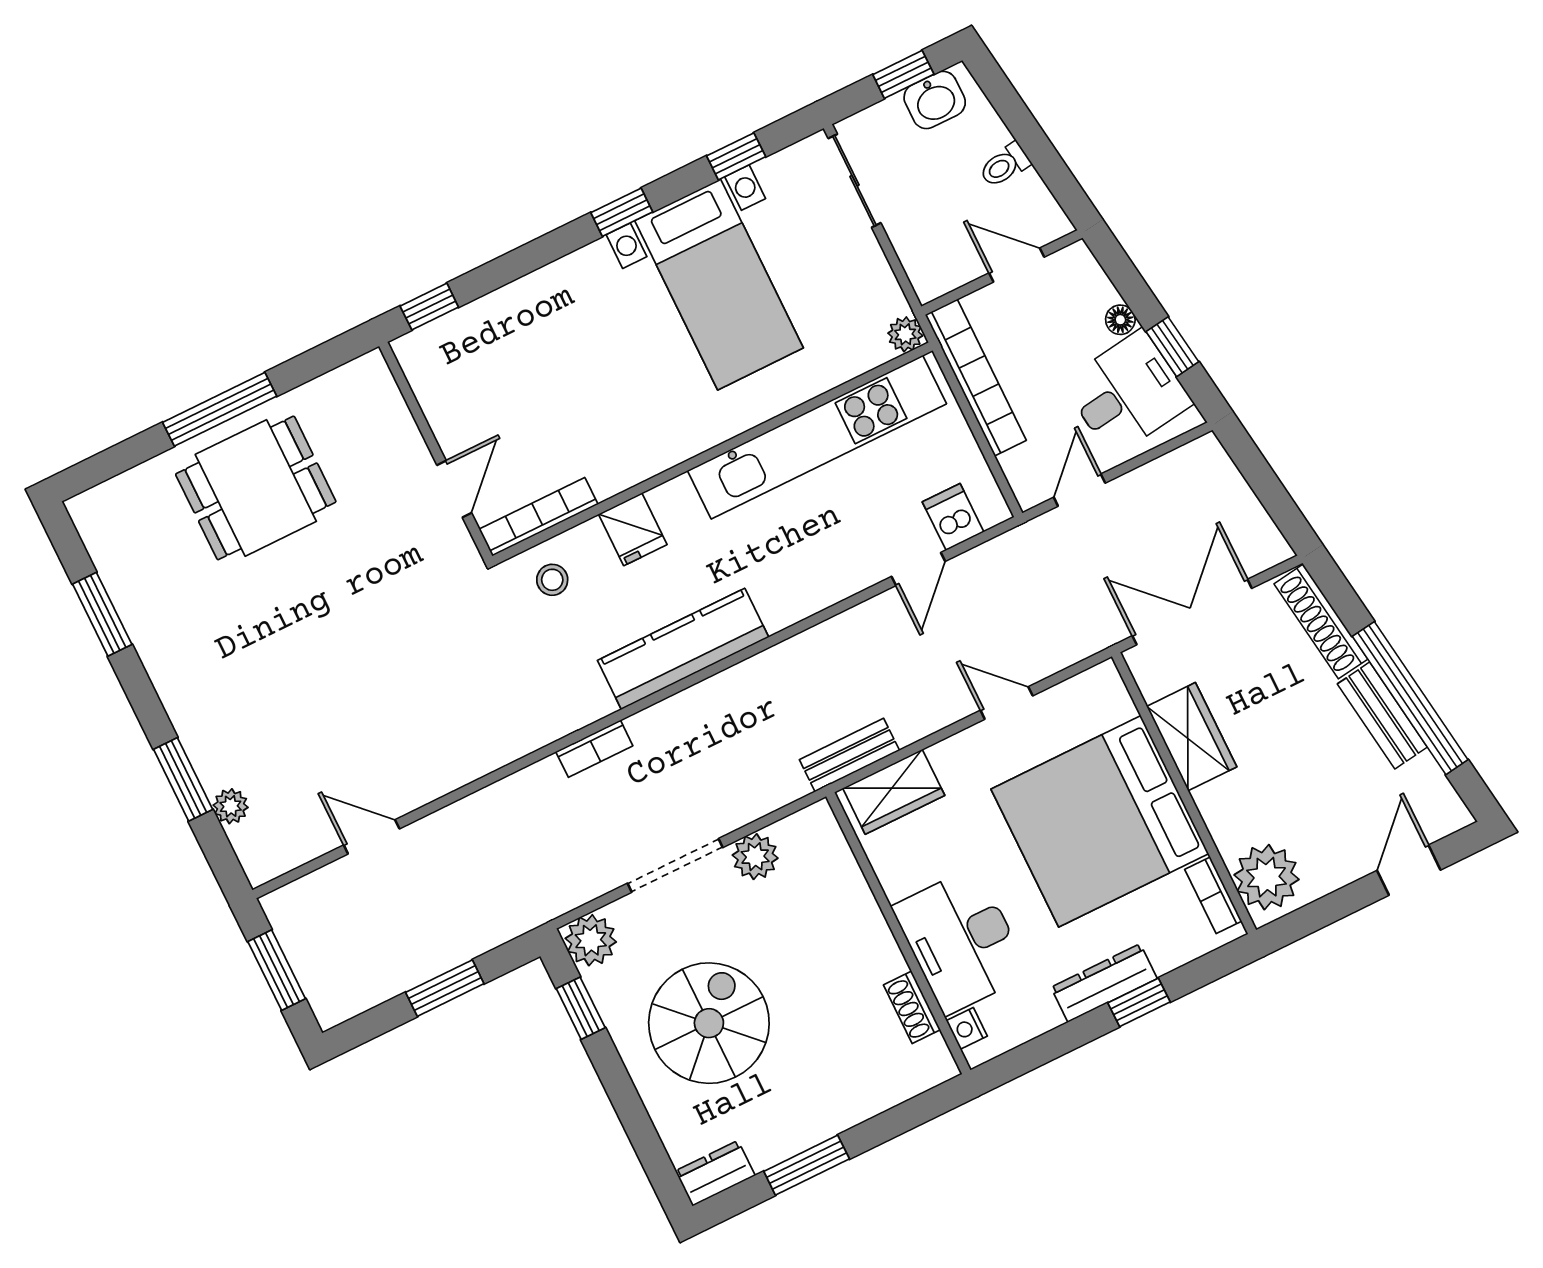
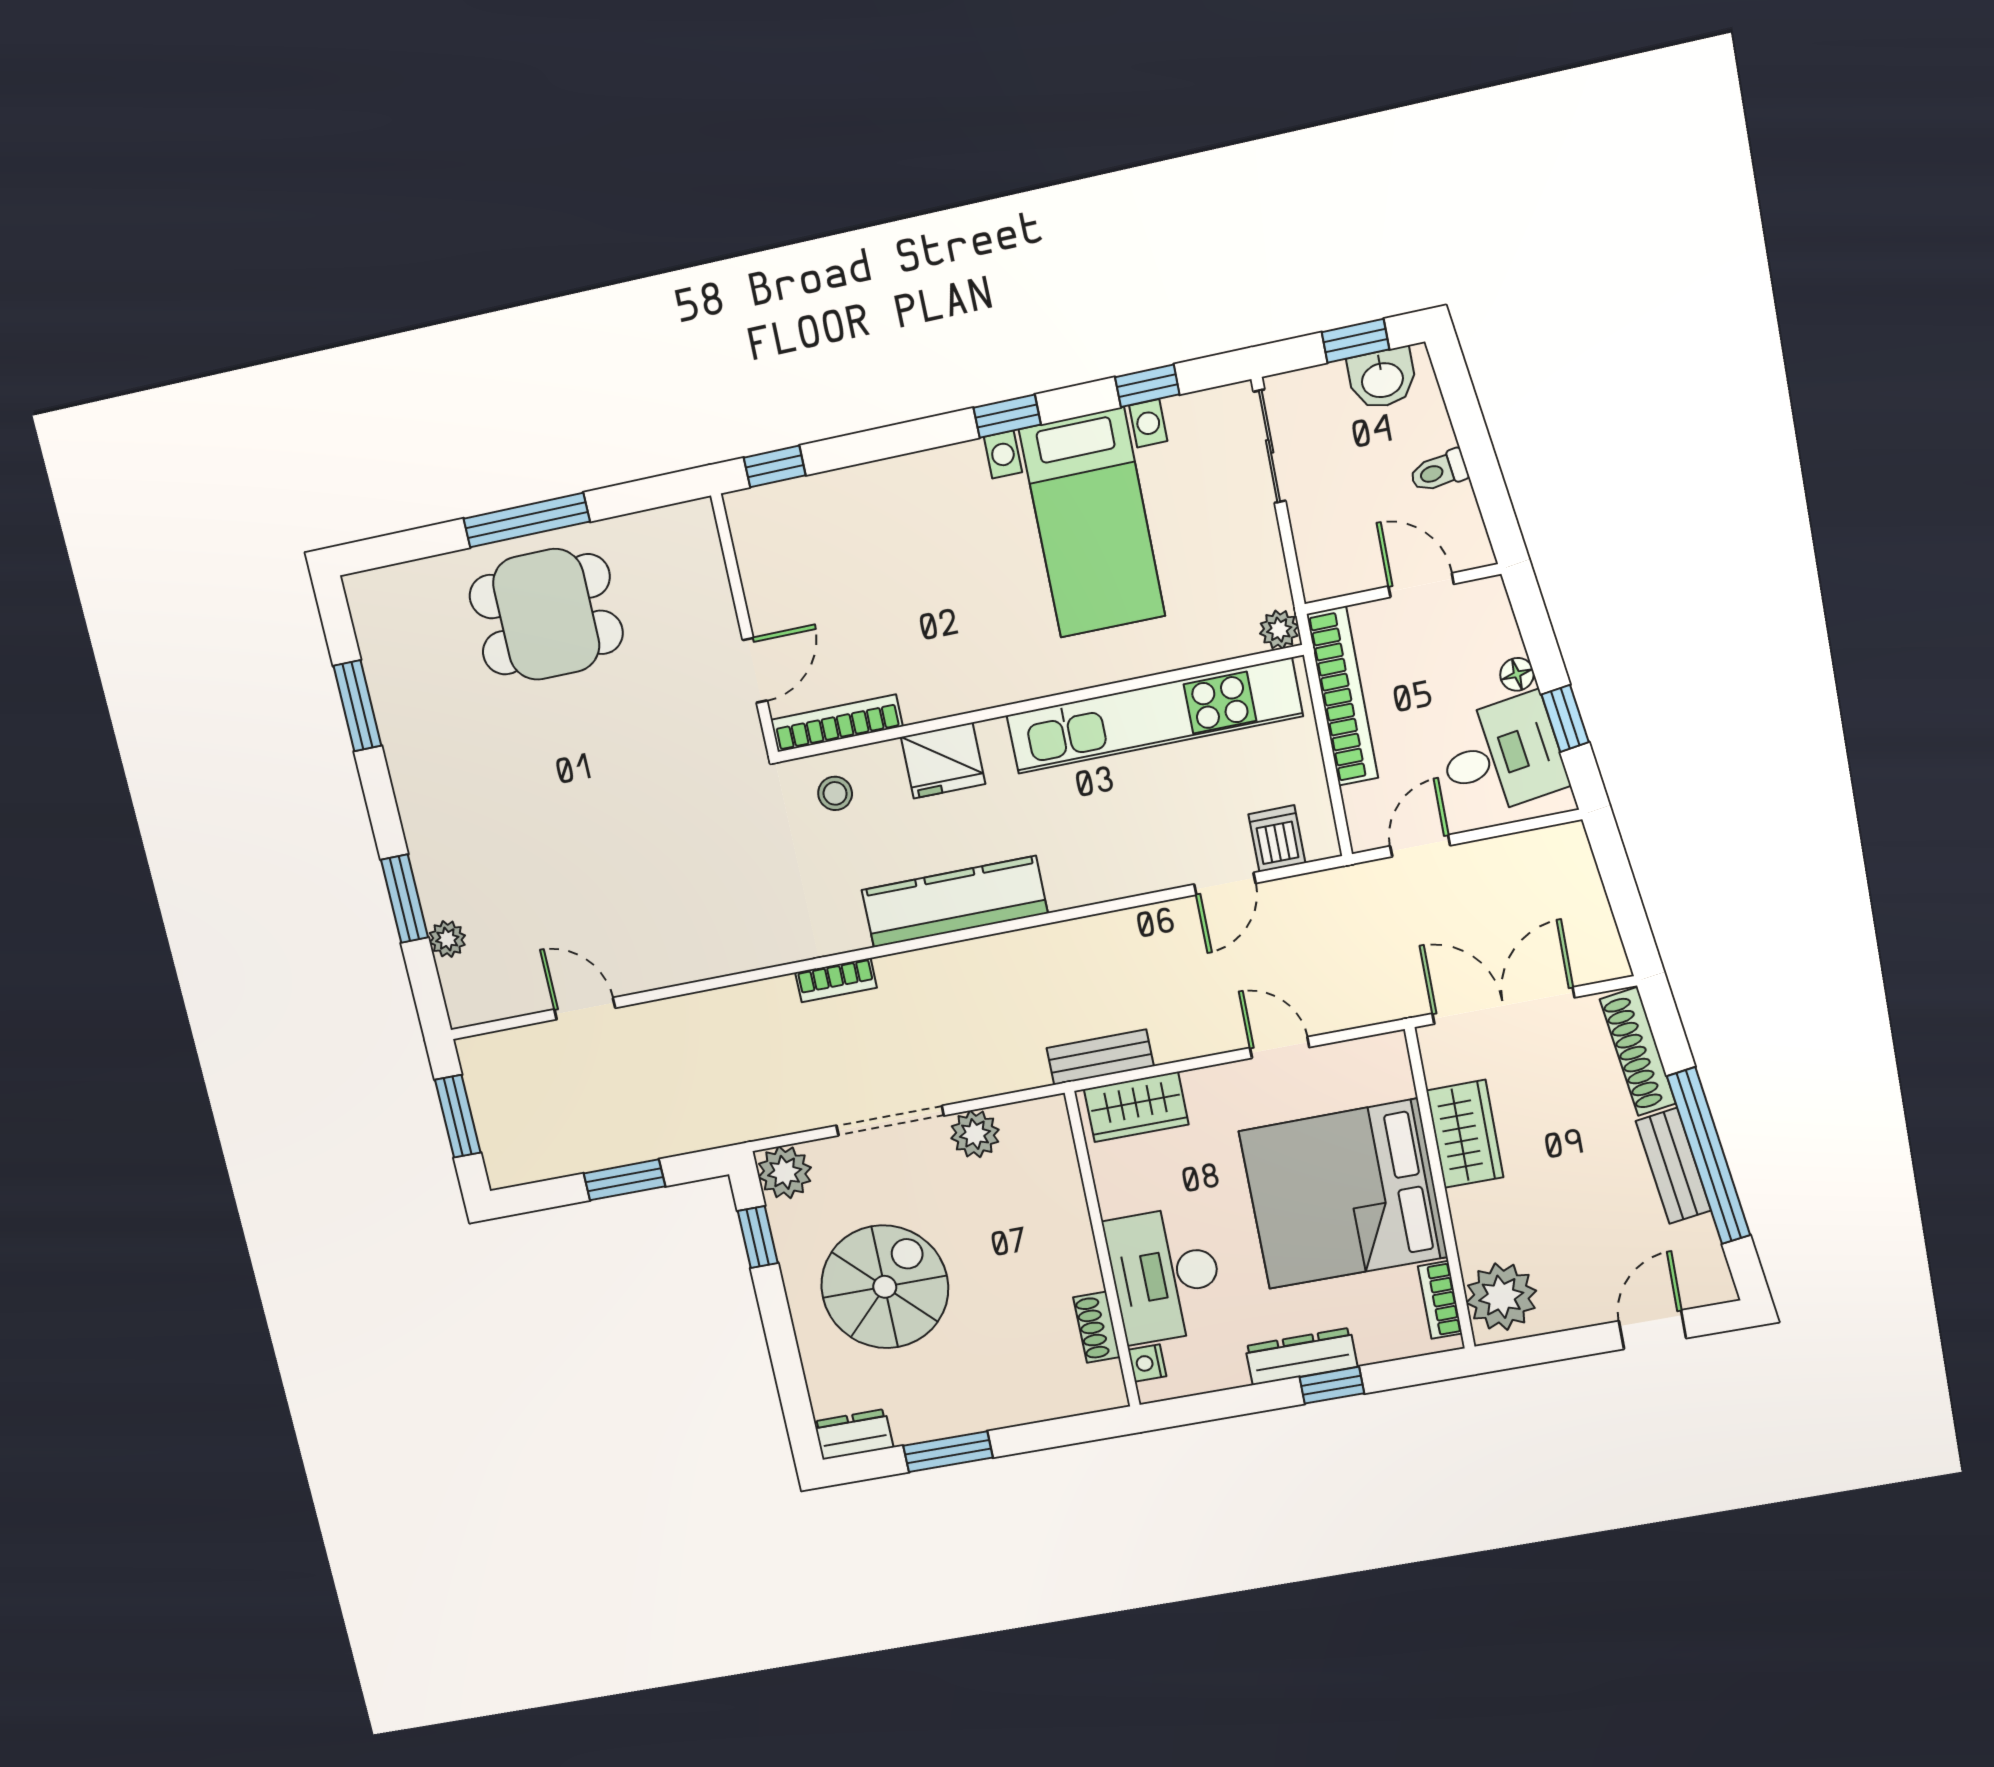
fridge: (633, 529) -> (943, 761), width x1.38

